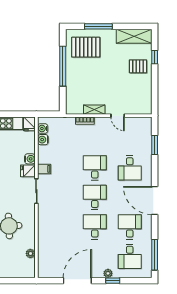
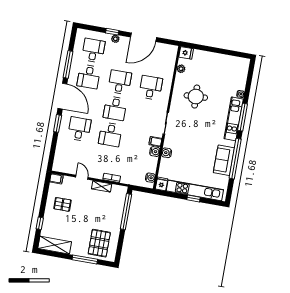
pallet: (86, 47) -> (99, 243), turned 90
window: (63, 66) -> (126, 212), moved
pallet: (138, 66) -> (62, 204), moved
filing cabinet: (145, 109) -> (56, 179), added
water cooler: (43, 140) -> (155, 152), moved
window: (155, 145) -> (58, 123), moved
fridge: (28, 171) -> (186, 53), moved
desk: (60, 227) -> (151, 88), added
desk: (95, 227) -> (120, 82), turned 180
window: (155, 255) -> (68, 64), moved

